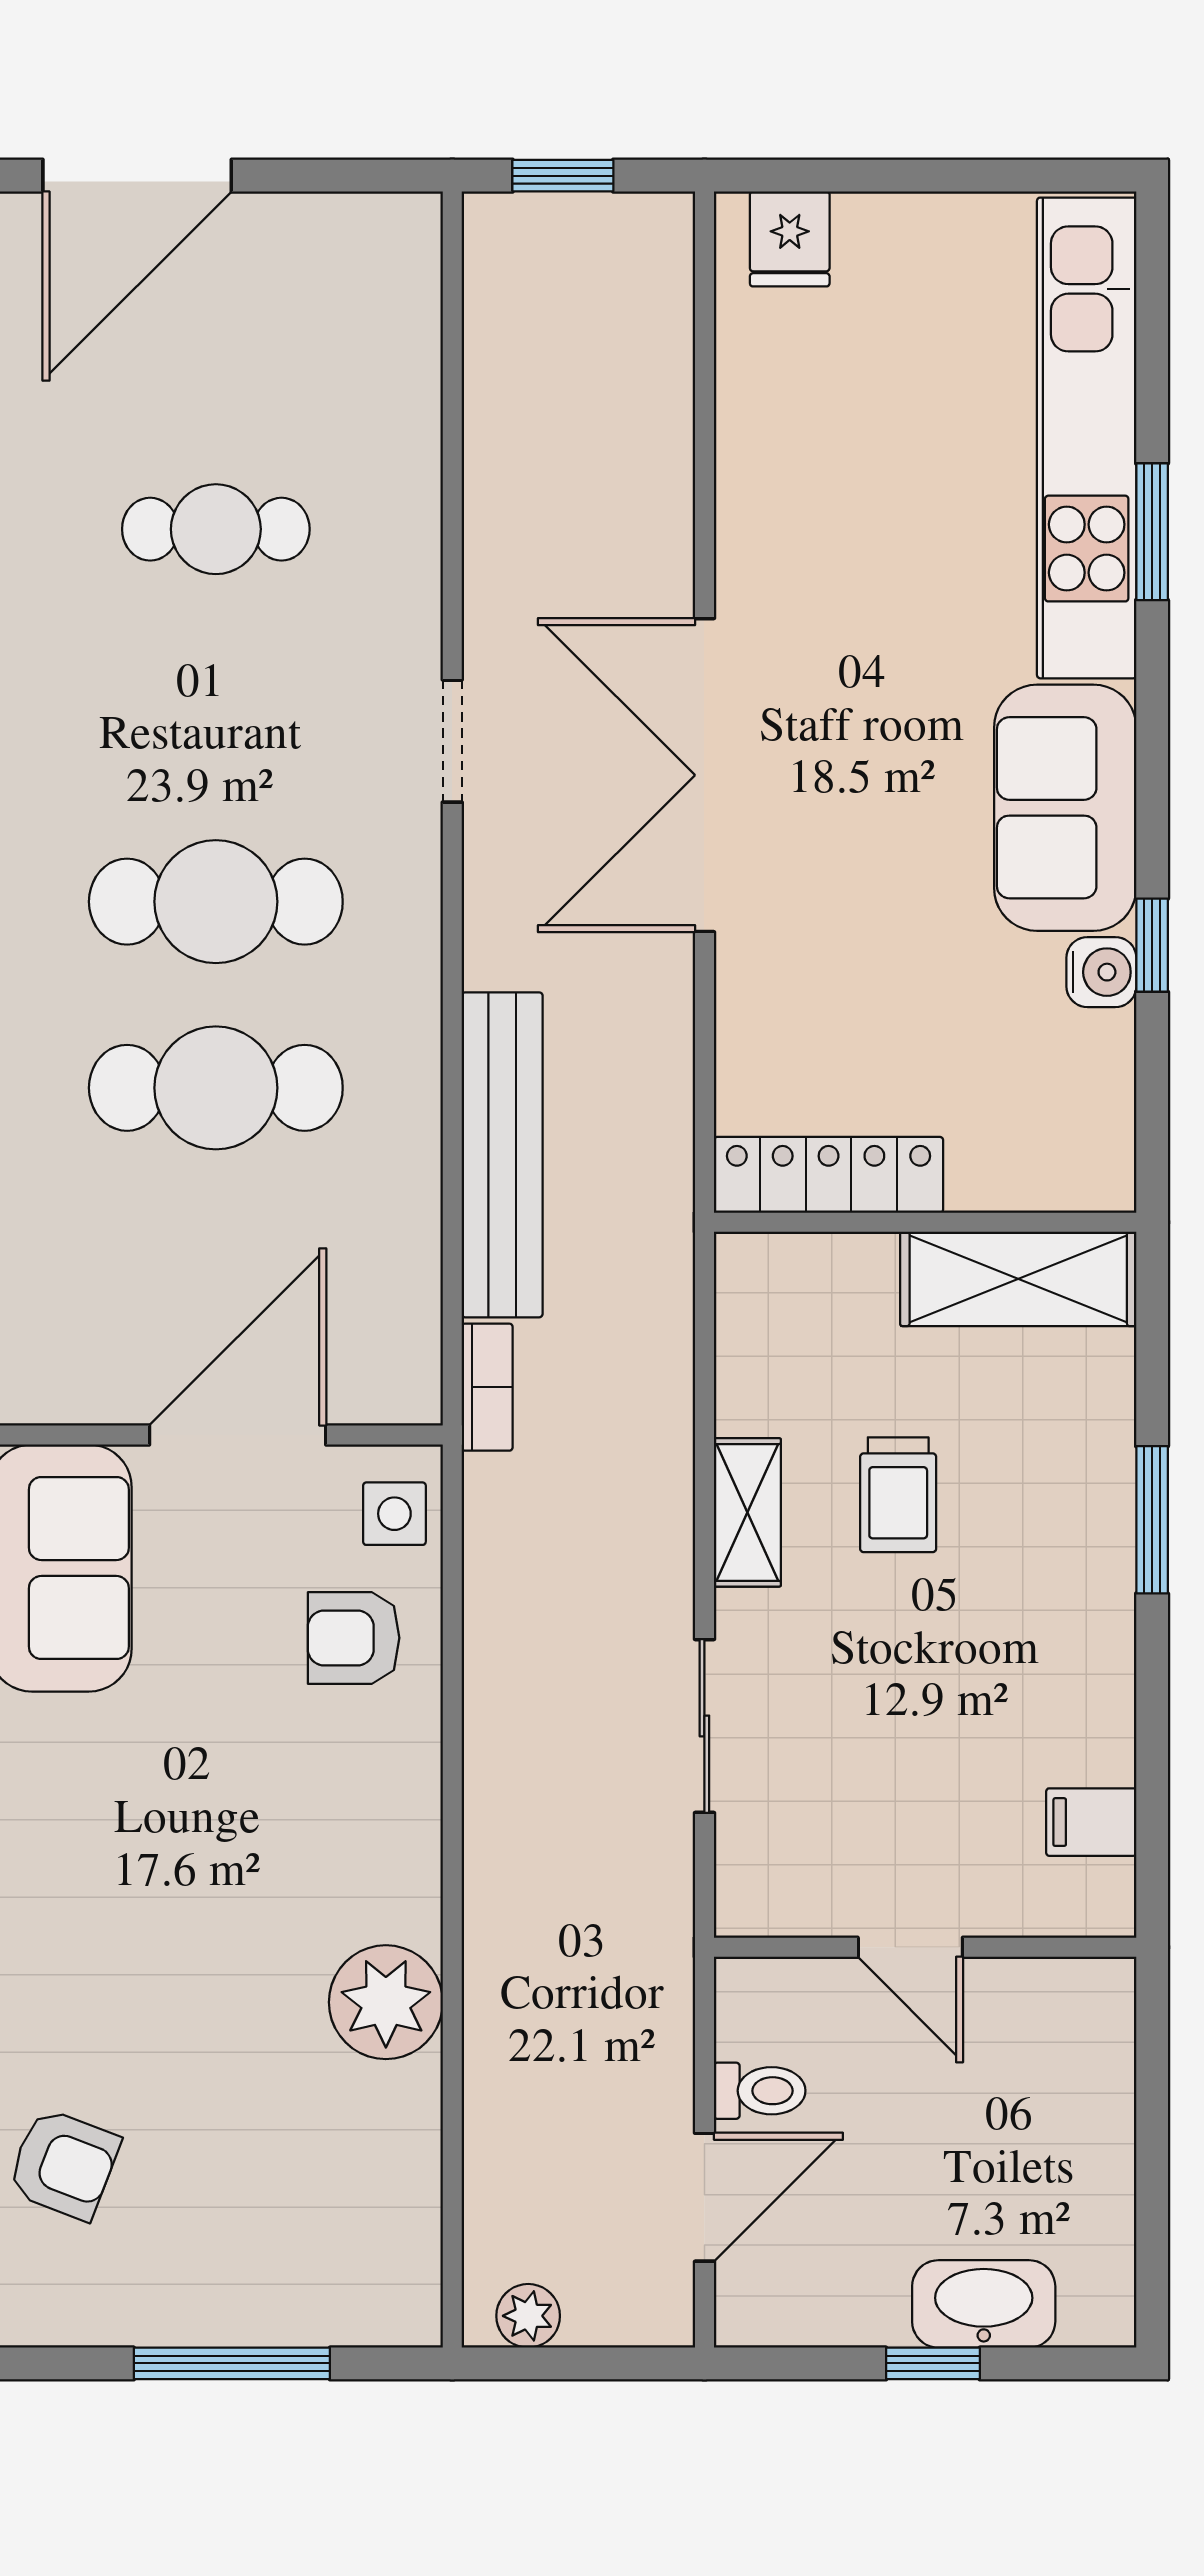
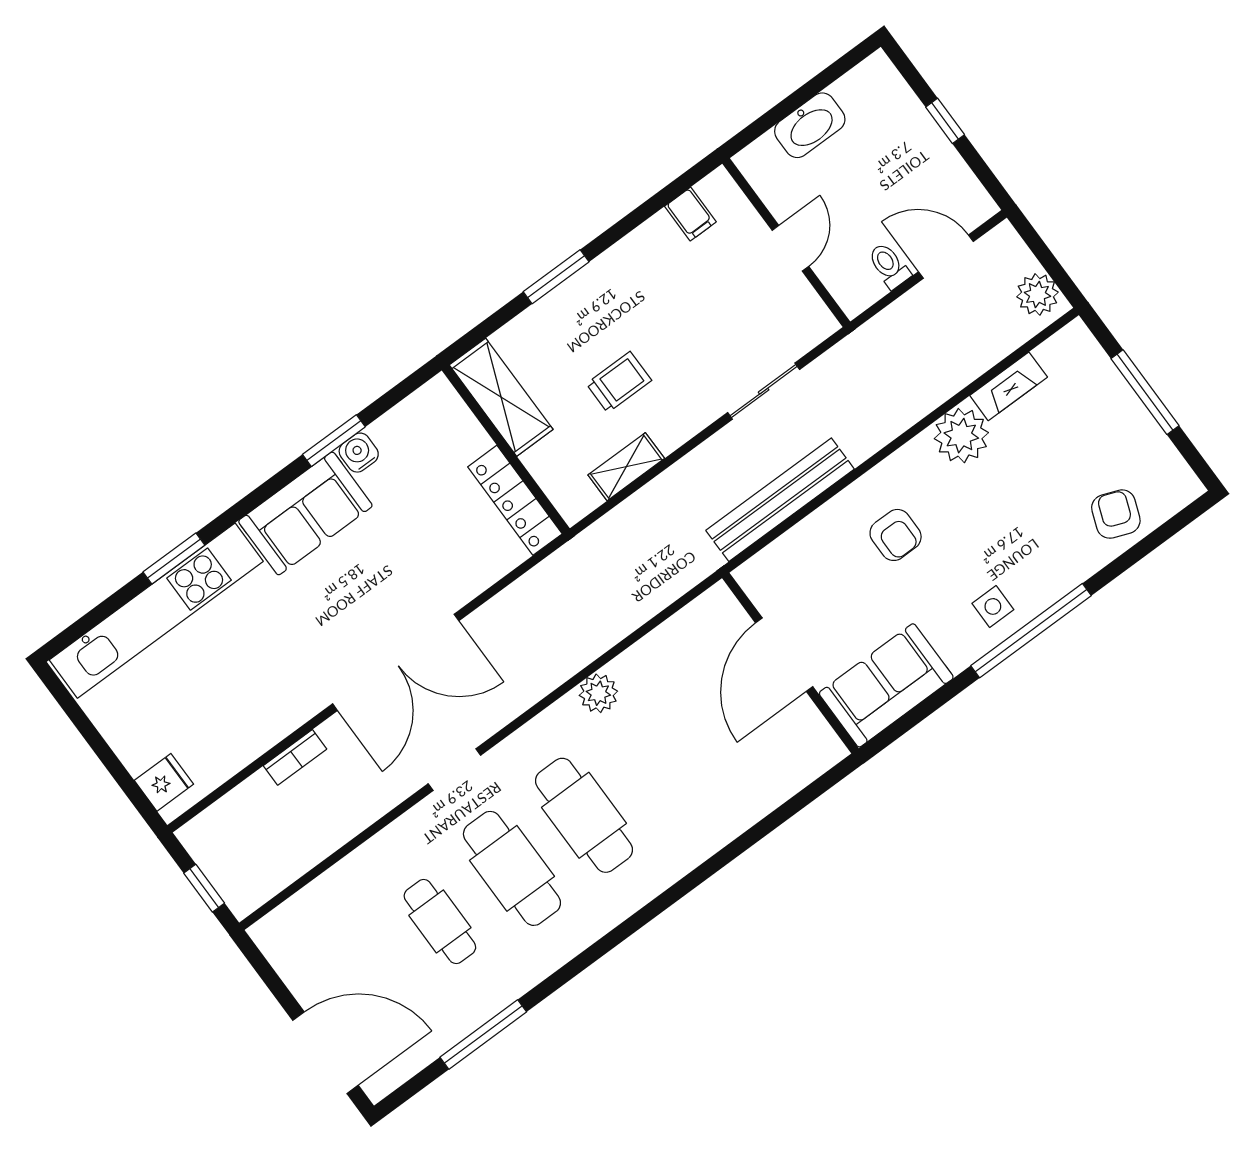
window: (1152, 945) -> (334, 441), width x1.50
plant: (402, 1076) -> (598, 693), added
cafe table: (216, 1088) -> (512, 868), moved
bench: (502, 1155) -> (780, 500), moved
bookcase: (487, 1387) -> (295, 757), moved, turned 180
door: (238, 1435) -> (784, 655), hinge flipped
shelving: (747, 1512) -> (626, 467), moved
side table: (394, 1514) -> (993, 606), moved
armchair: (354, 1638) -> (896, 535), moved
fireplace: (410, 2142) -> (1009, 386), added
washbasin: (984, 2304) -> (810, 125), moved, turned -90
plant: (528, 2316) -> (1037, 294), width x1.38, depth x1.38

